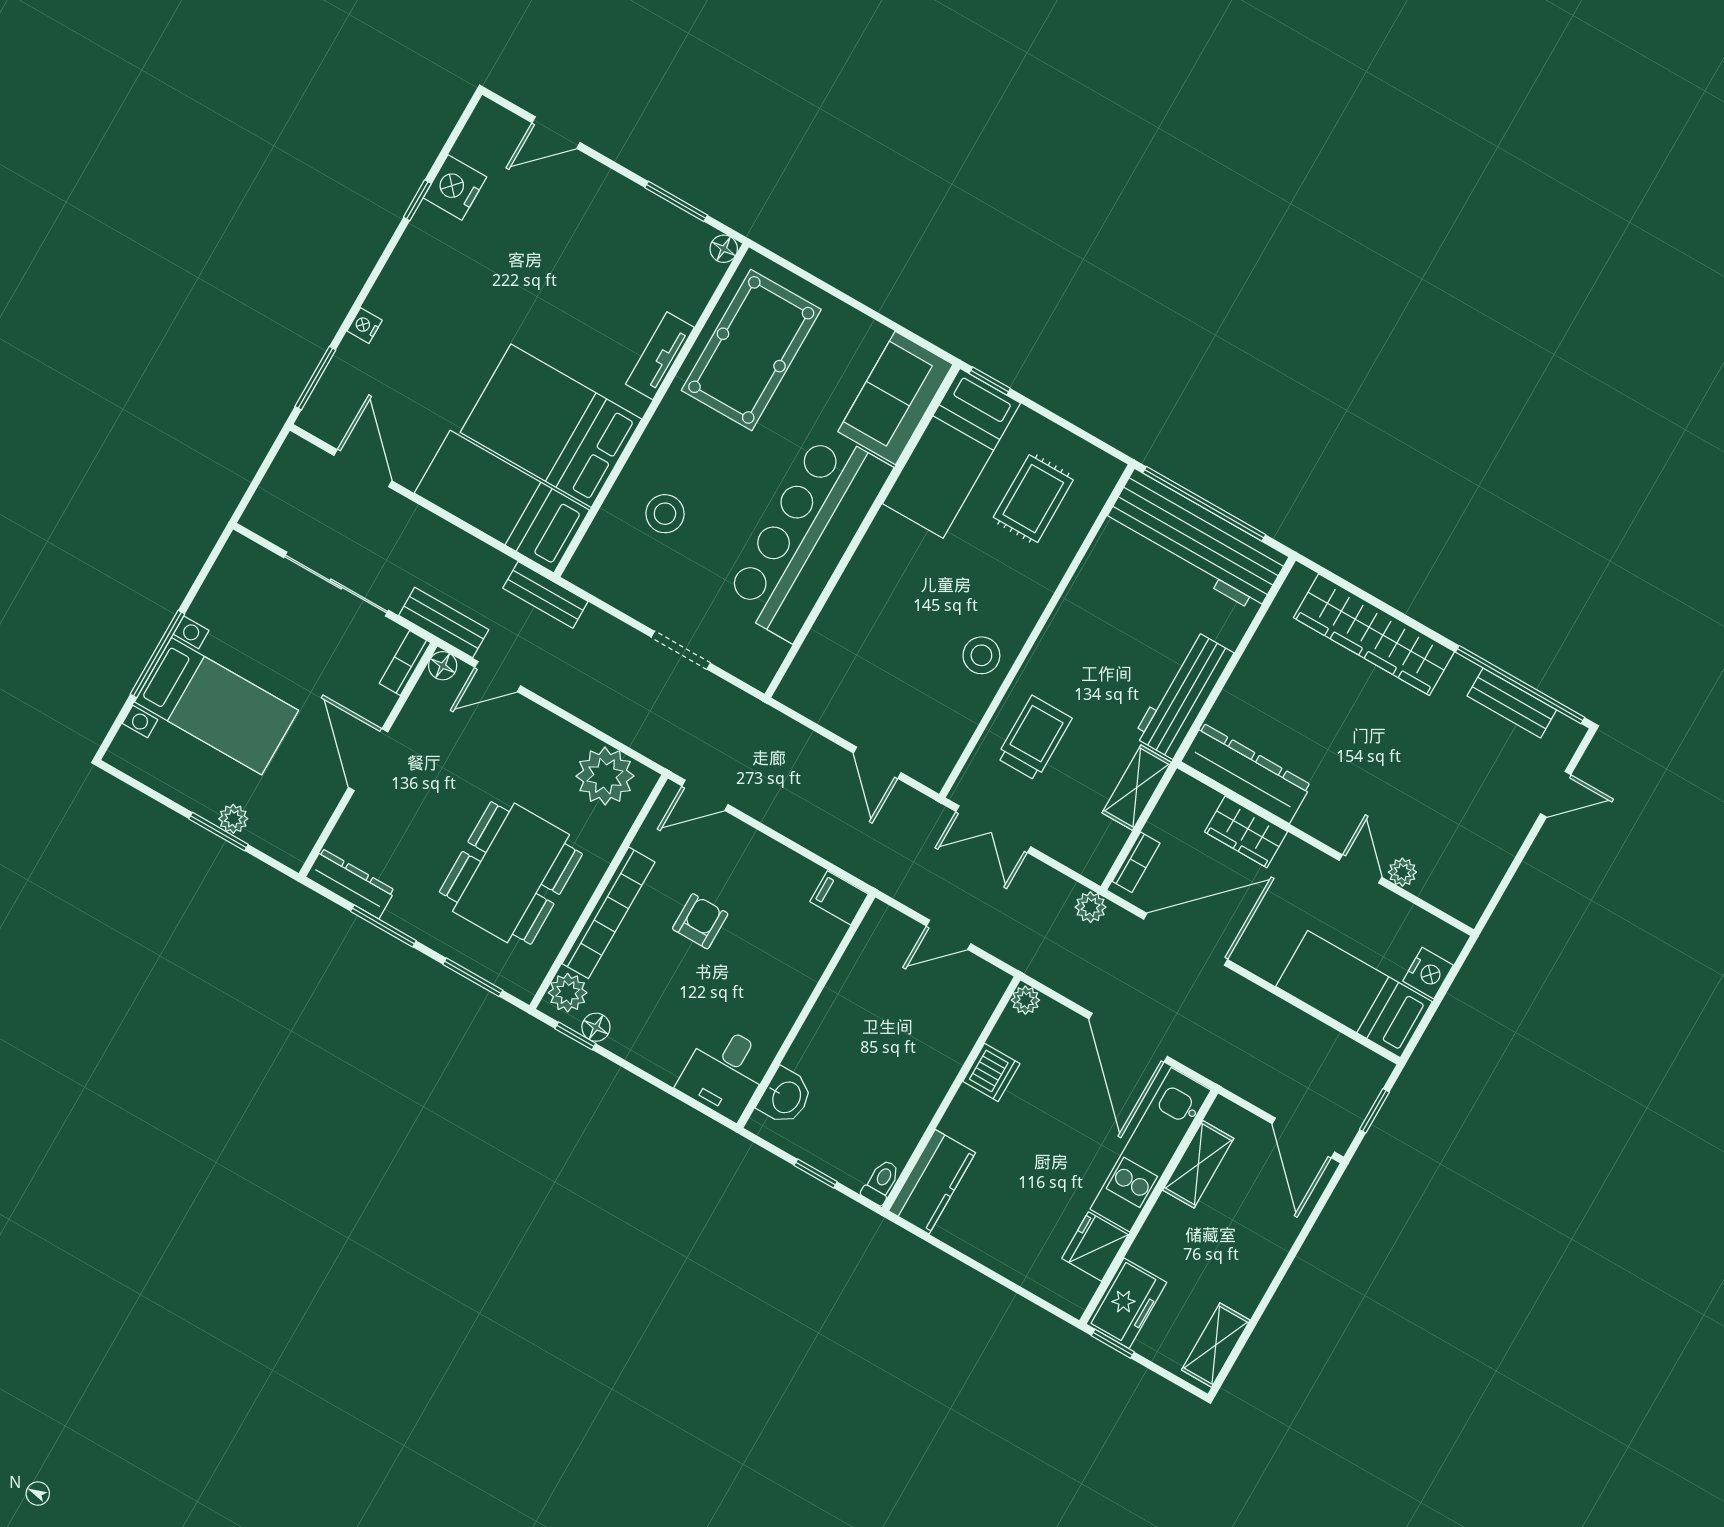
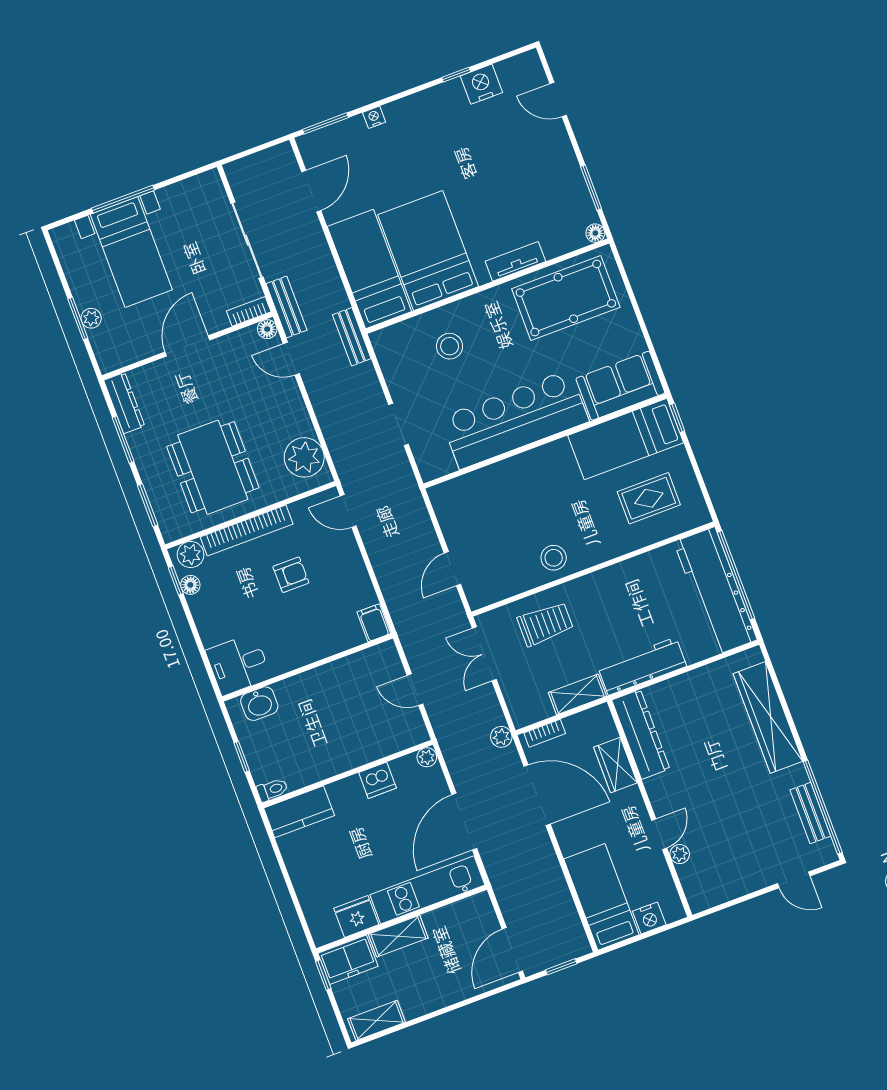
dining table: (511, 873) -> (213, 467), turned 90
shelving: (1198, 1164) -> (398, 936), moved

